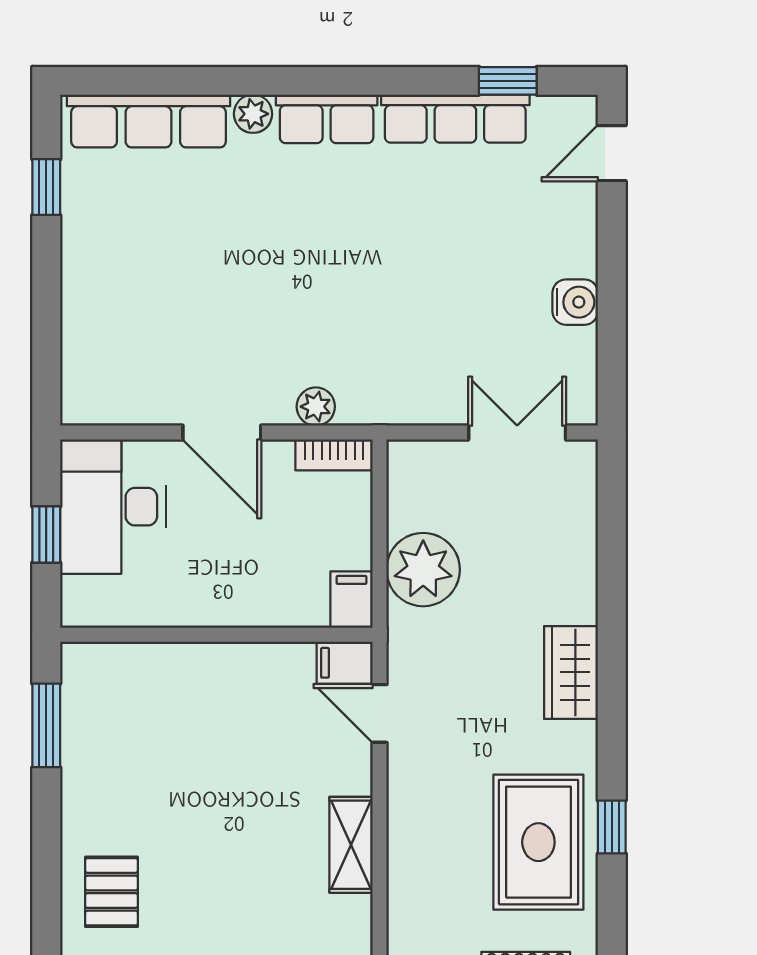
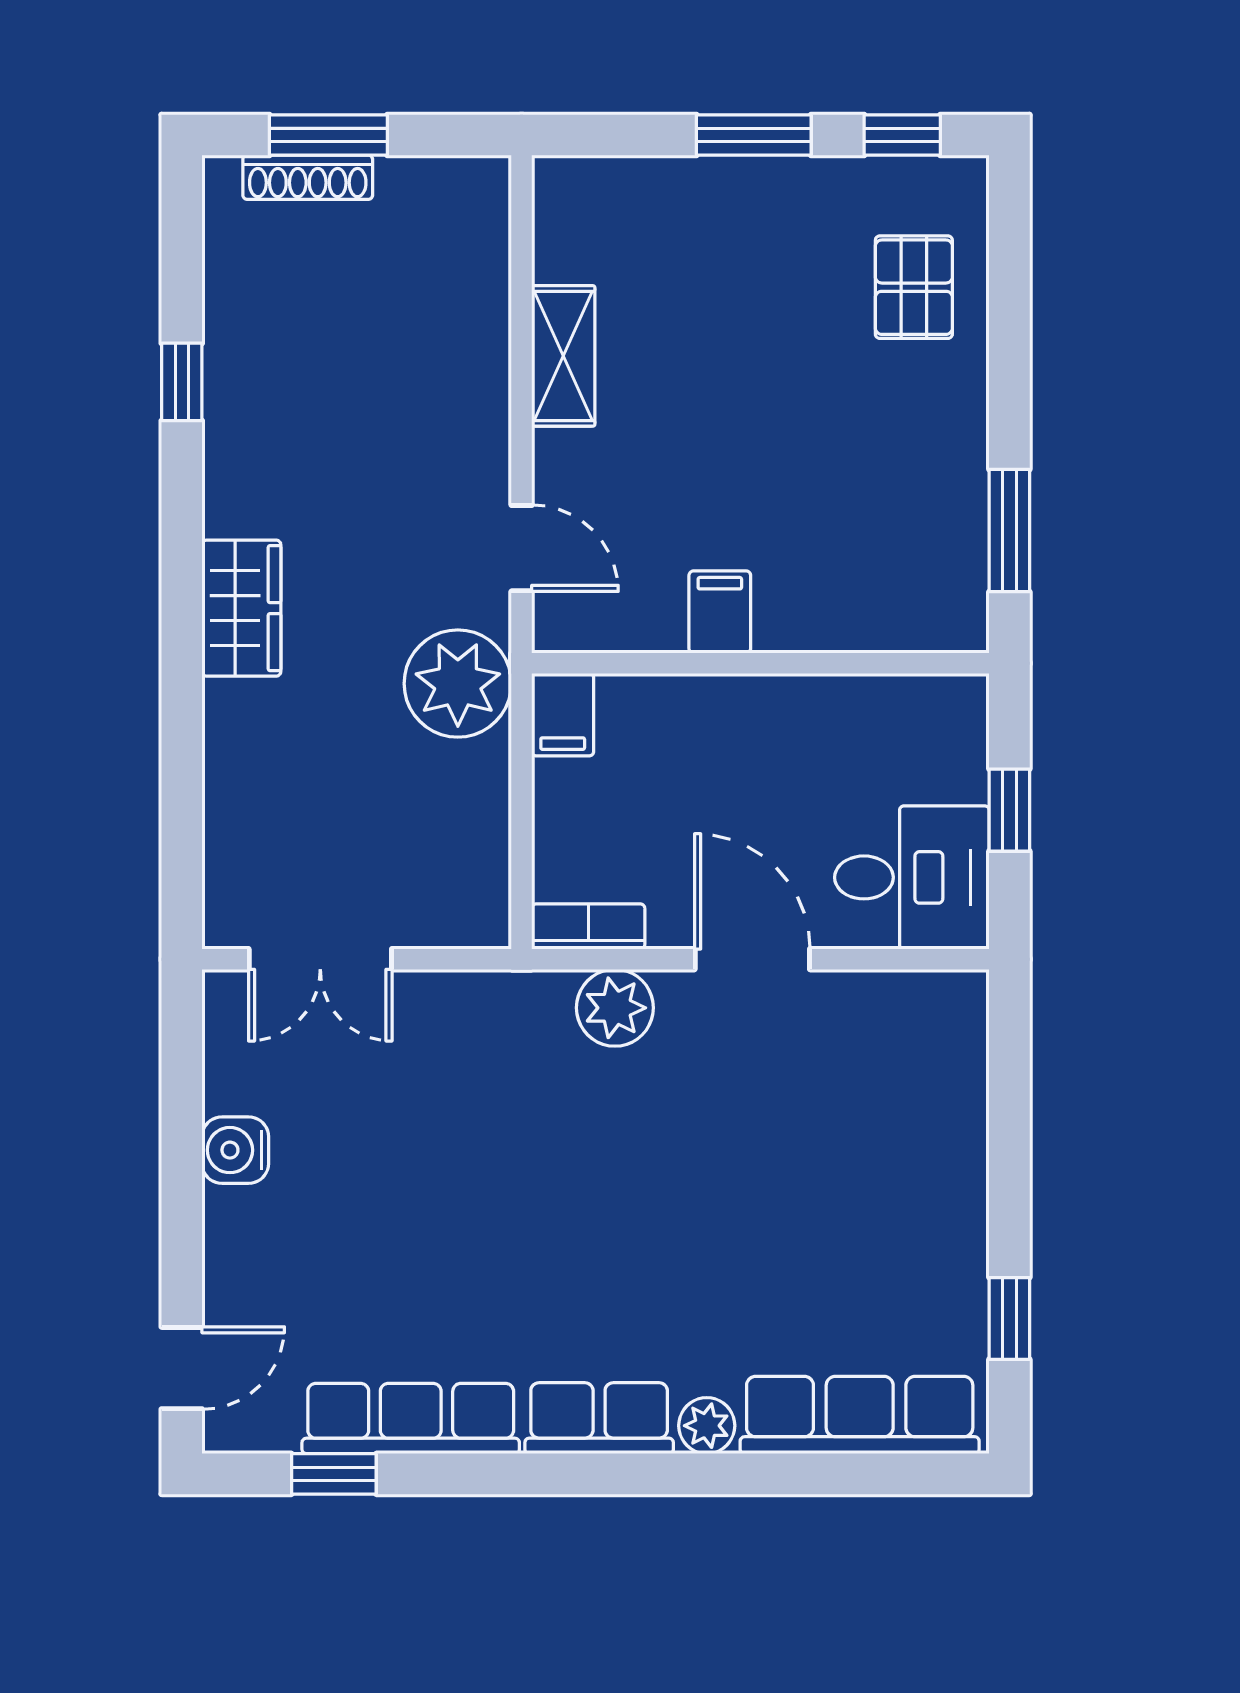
plant: (316, 407) -> (615, 1008), width x1.38, depth x1.38
desk: (113, 507) -> (912, 877), width x0.73
plant: (423, 570) -> (458, 684), moved
filing cabinet: (345, 663) -> (720, 612), moved, turned -90
rug: (538, 842) -> (289, 360), removed

